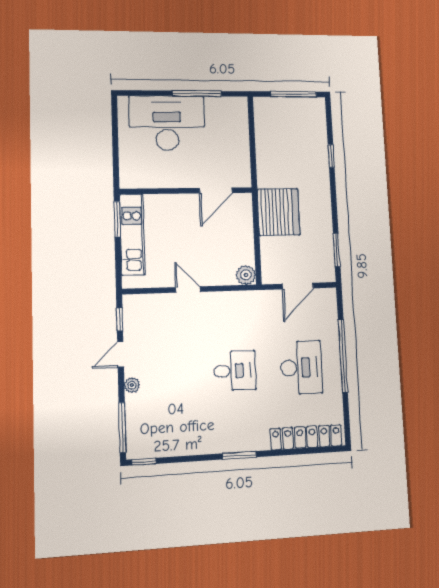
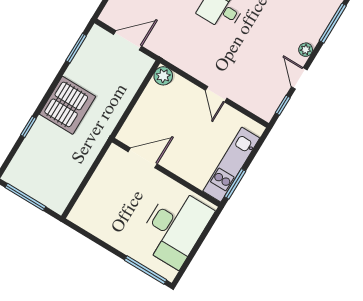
window: (197, 93) -> (145, 270), moved
desk: (167, 123) -> (175, 227), moved, turned -90
server rack: (279, 212) -> (67, 105), moved, turned 180
door: (121, 354) -> (299, 78), swing flipped

